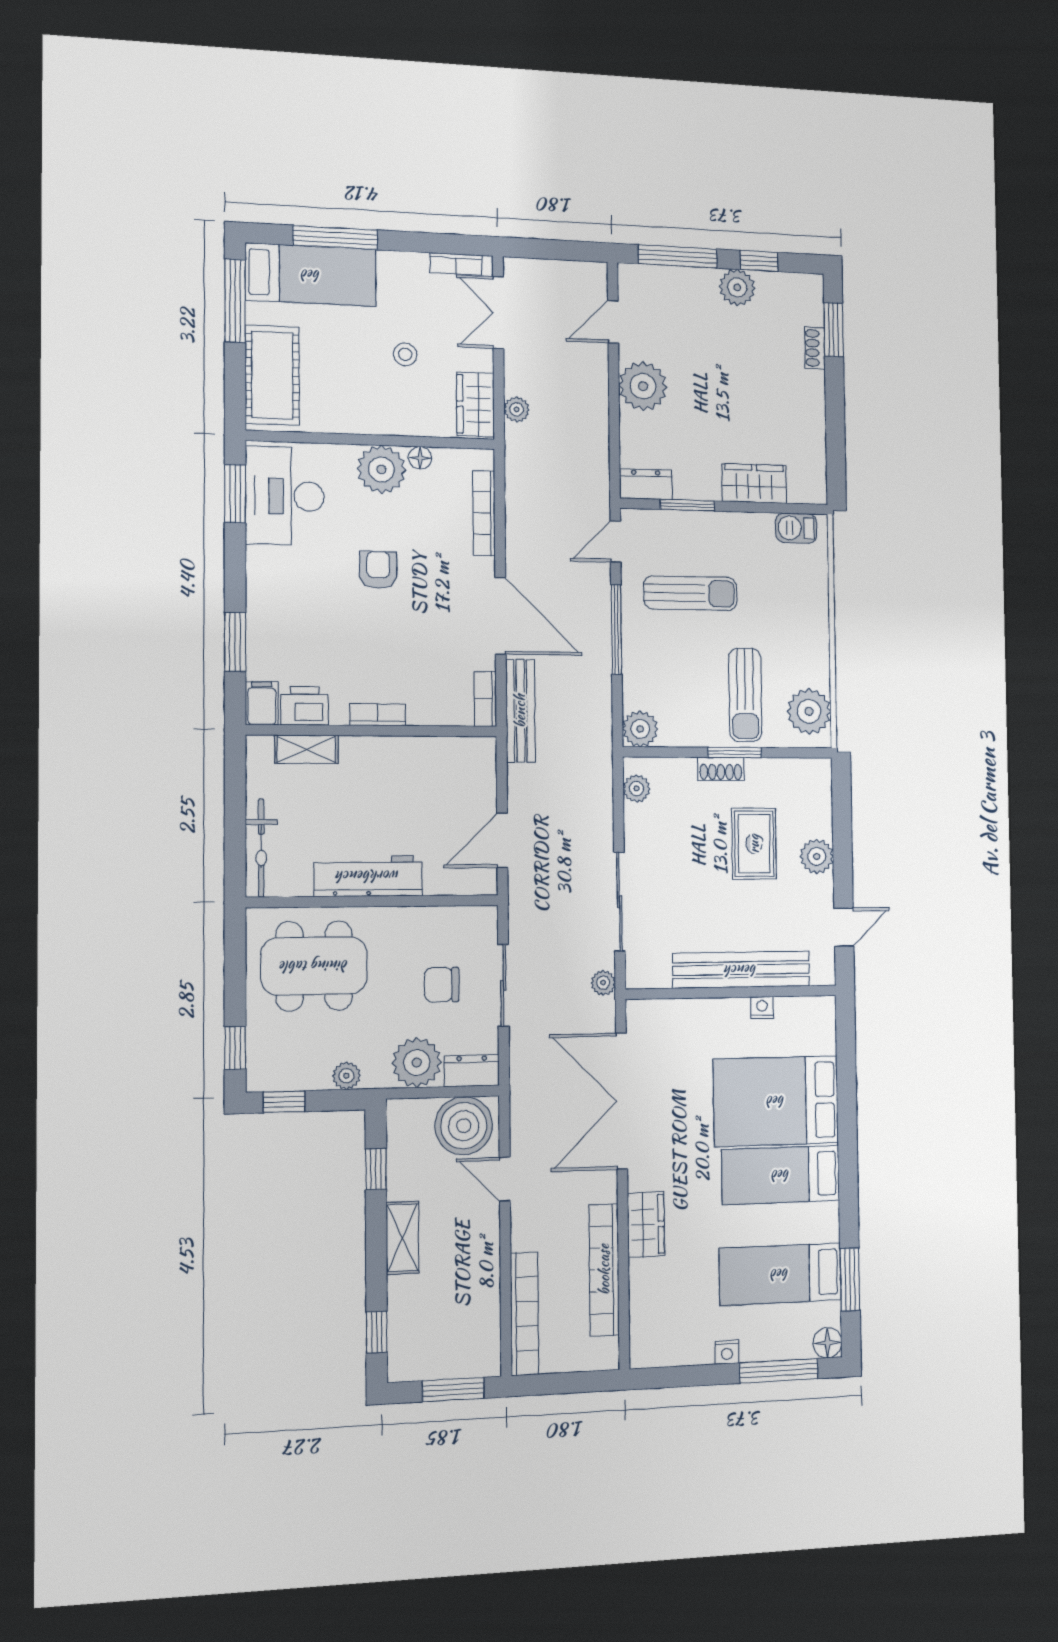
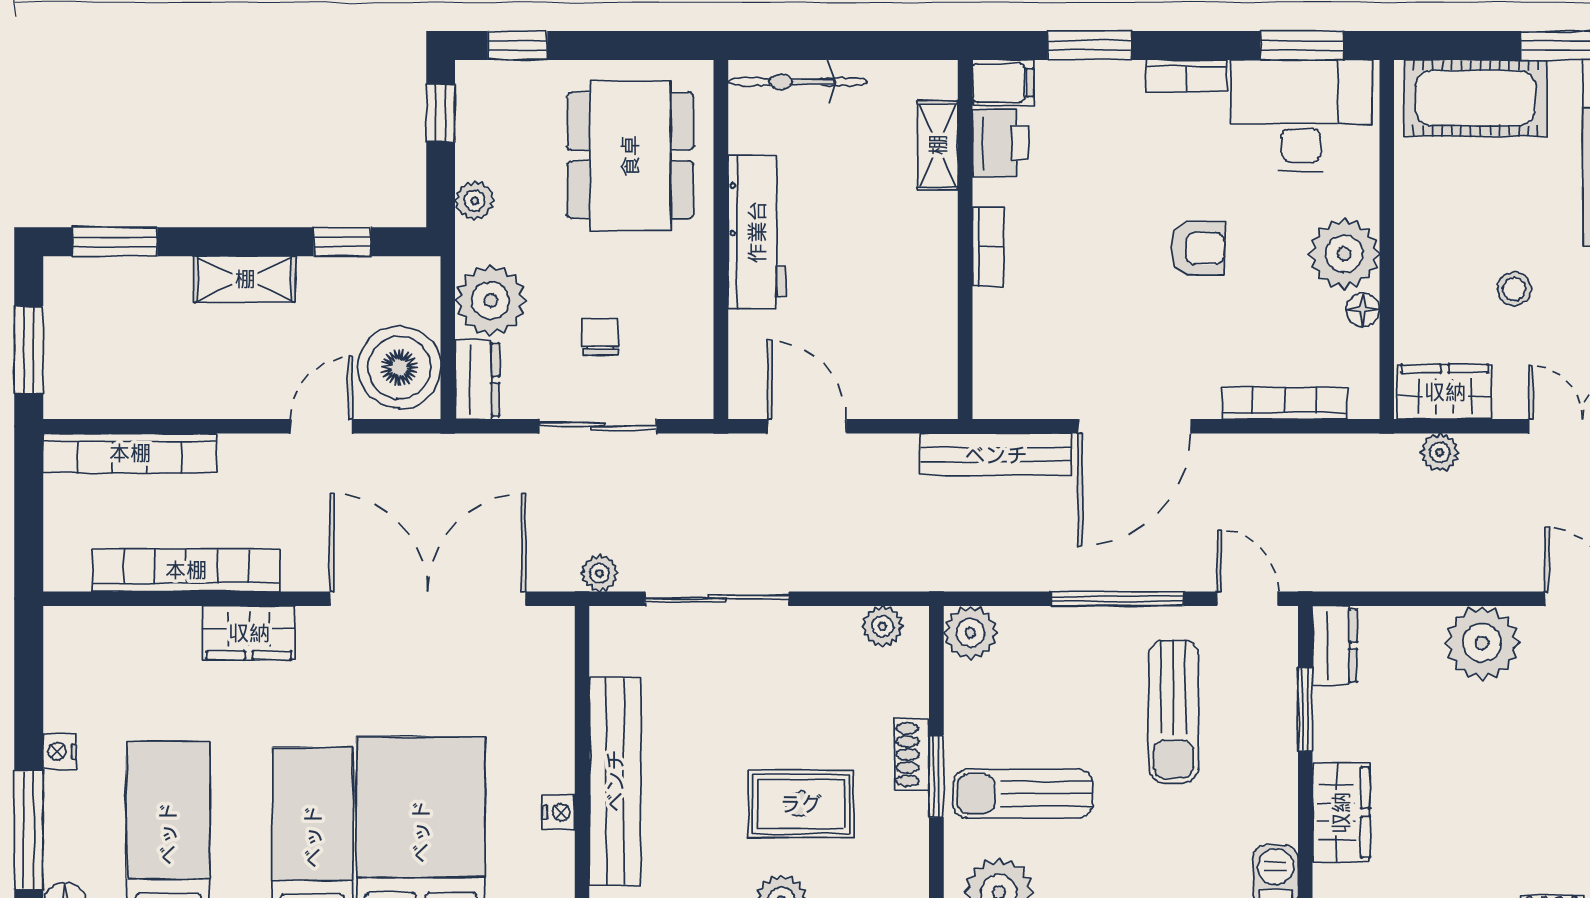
bookcase: (485, 699) -> (1187, 76), moved, turned 180
chair: (442, 985) -> (601, 337), width x0.73, depth x0.73
window: (377, 1332) -> (115, 242), width x1.50

